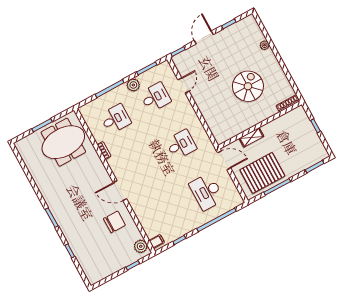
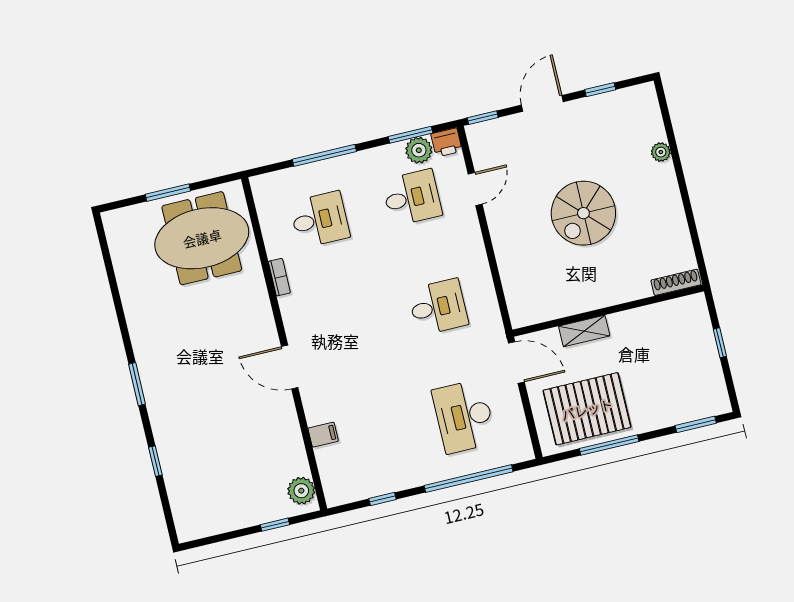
printer: (164, 67) -> (446, 142), added
plant: (133, 85) -> (419, 150), moved
spiral stairs: (248, 86) -> (583, 213), moved, turned 180
chair: (114, 222) -> (261, 427), removed
filing cabinet: (157, 241) -> (323, 435), moved

